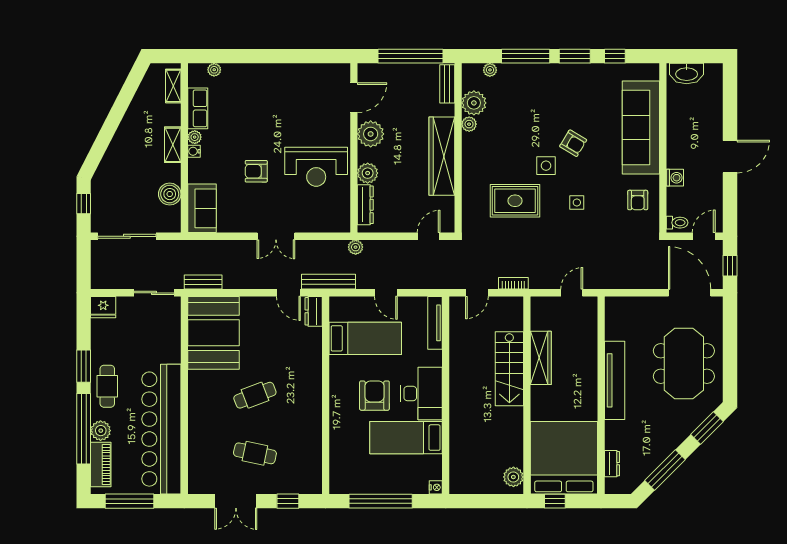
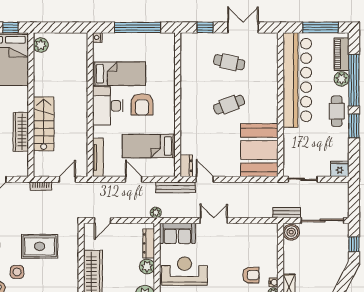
armchair: (256, 171) -> (251, 275), moved
boiler: (170, 194) -> (291, 232), moved
sofa: (202, 208) -> (177, 233), moved, turned -90
bench: (203, 282) -> (287, 213), moved

